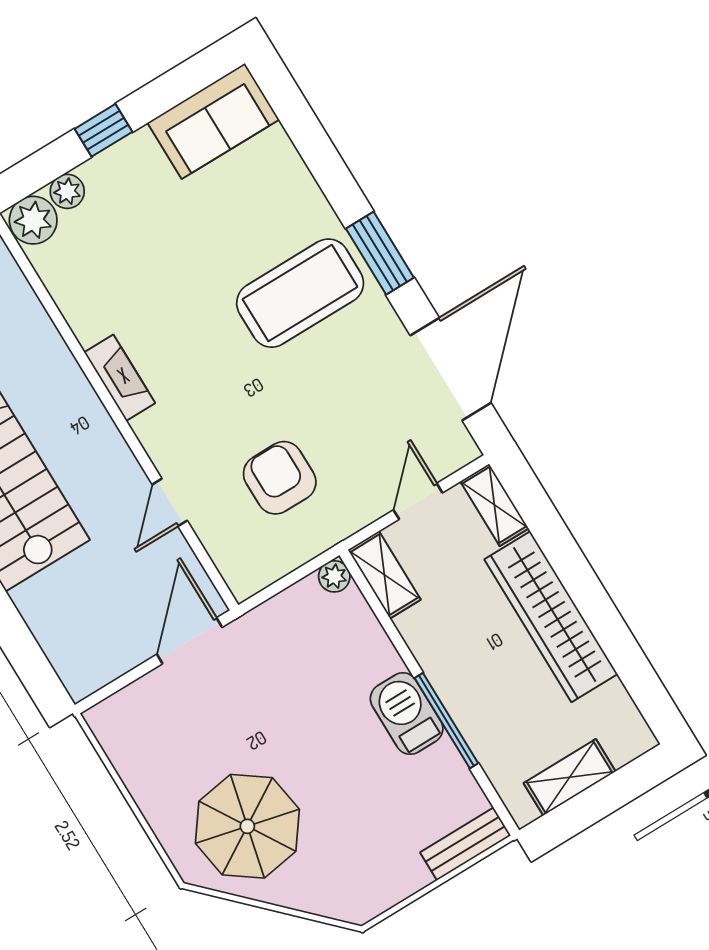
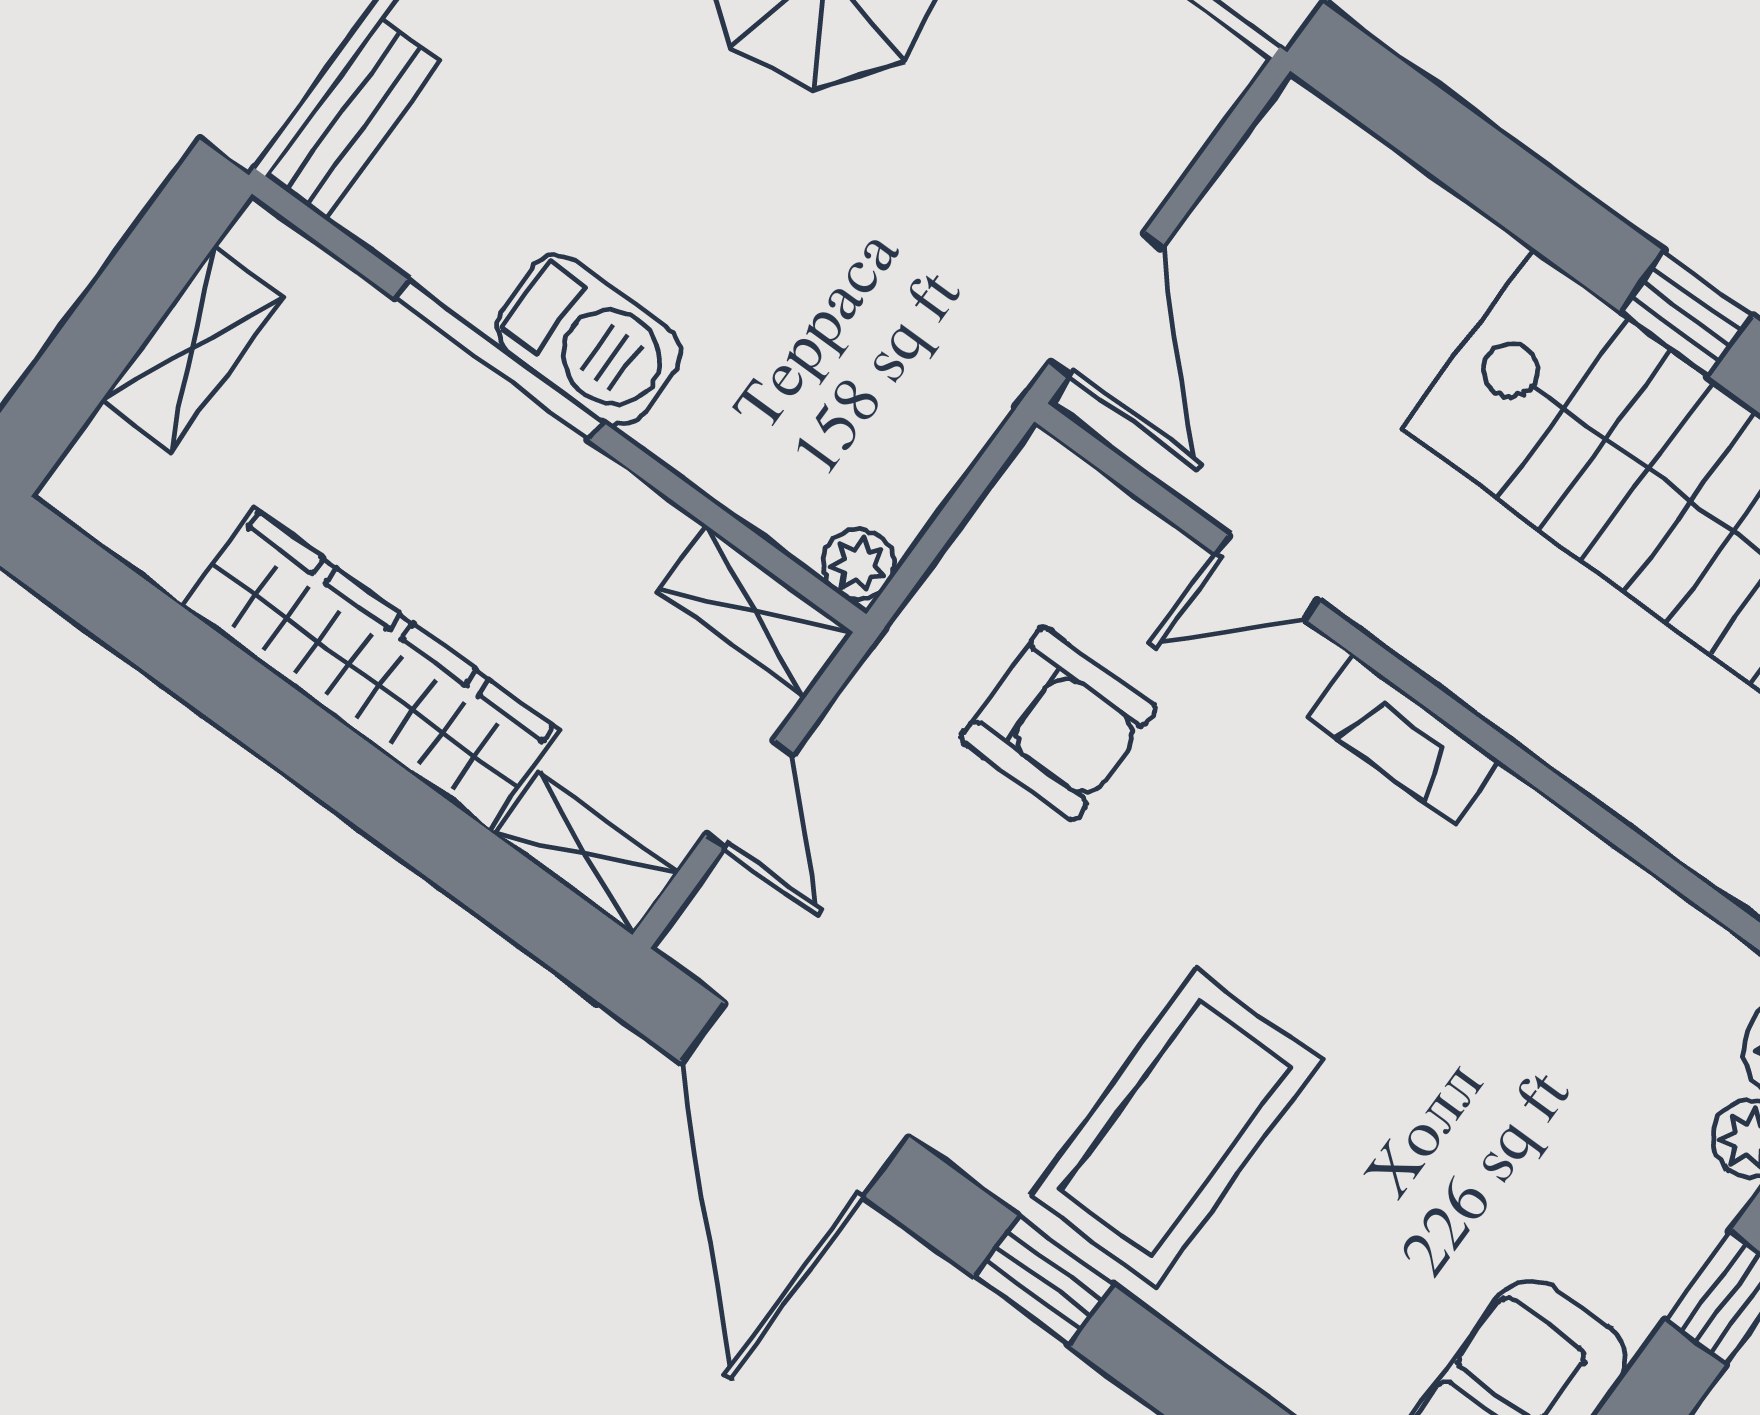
window: (380, 253) -> (1043, 1281), width x0.67
fireplace: (120, 378) -> (1404, 739), moved
door: (170, 502) -> (1267, 577), swing flipped

